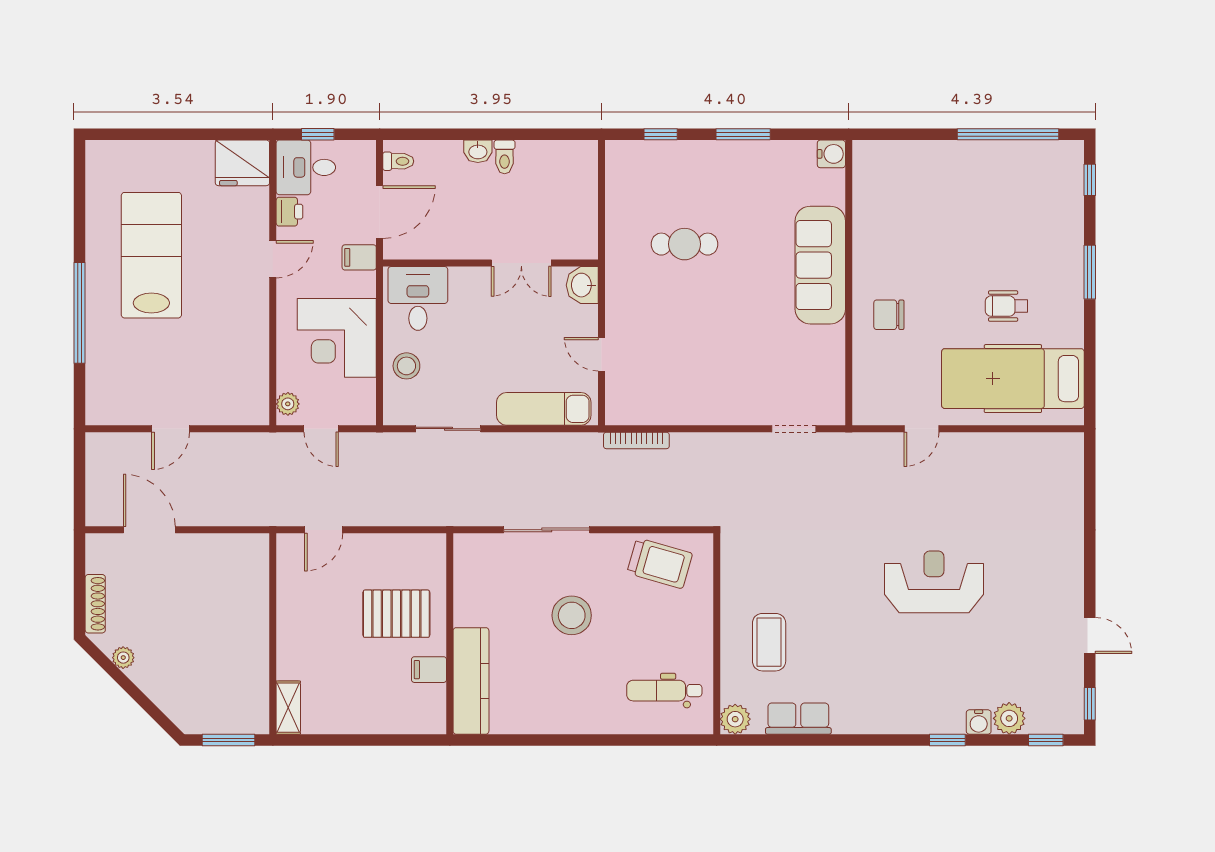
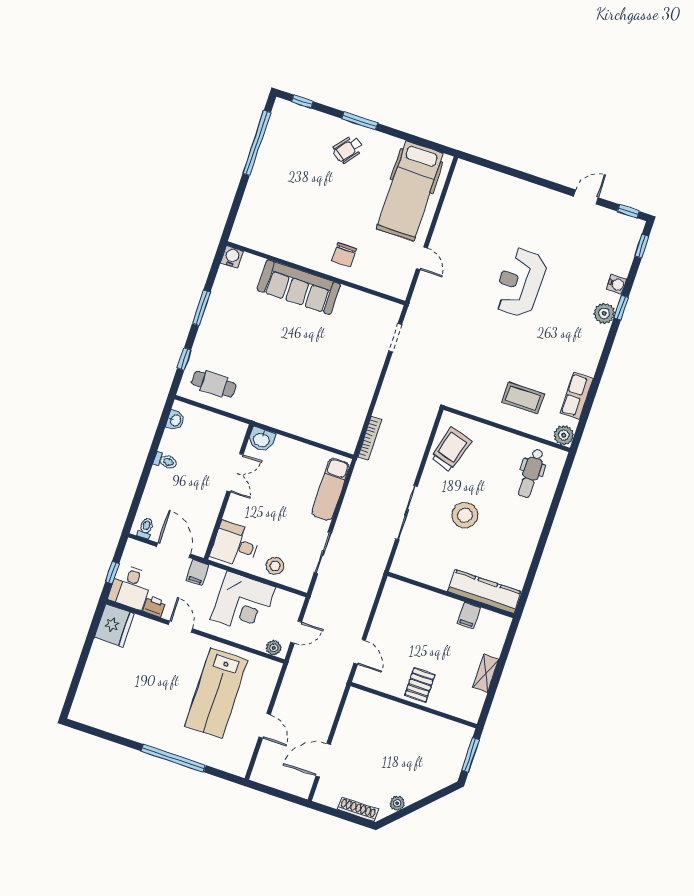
washbasin: (478, 151) -> (175, 420), moved
cafe table: (685, 244) -> (214, 384), moved, turned 90
lab bench: (151, 255) -> (216, 693), moved, turned -90
wheelchair: (1007, 306) -> (348, 149), moved, turned 38
door: (601, 354) -> (309, 442), removed
pallet: (396, 614) -> (420, 685), moved, width x0.67, depth x0.71
shelving: (288, 708) -> (486, 673), moved, turned 90
plant: (1009, 718) -> (604, 313), moved

